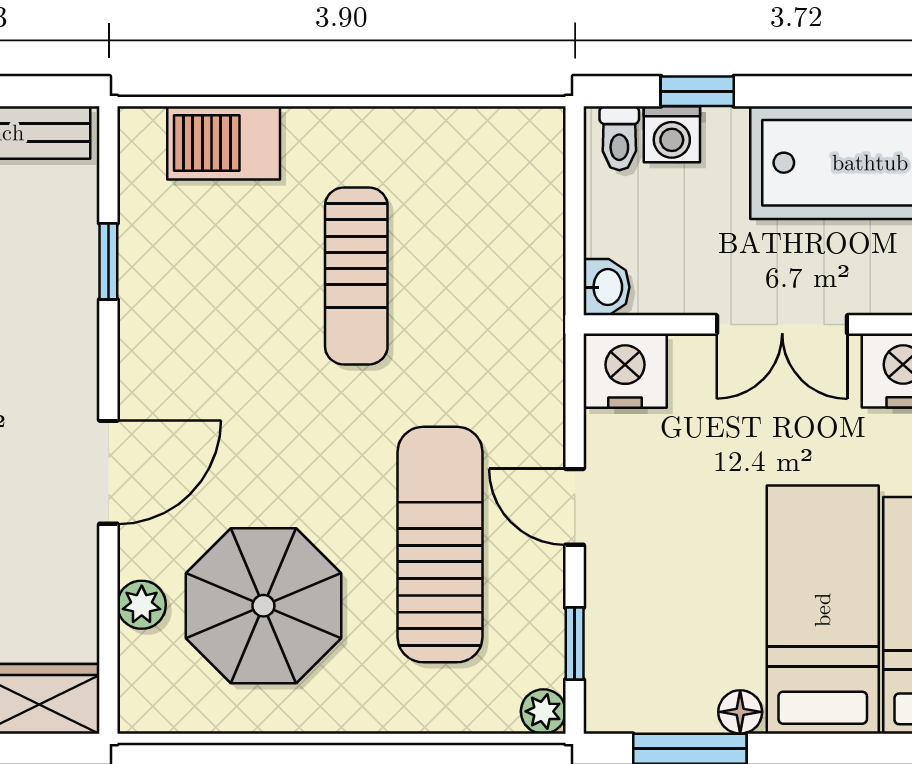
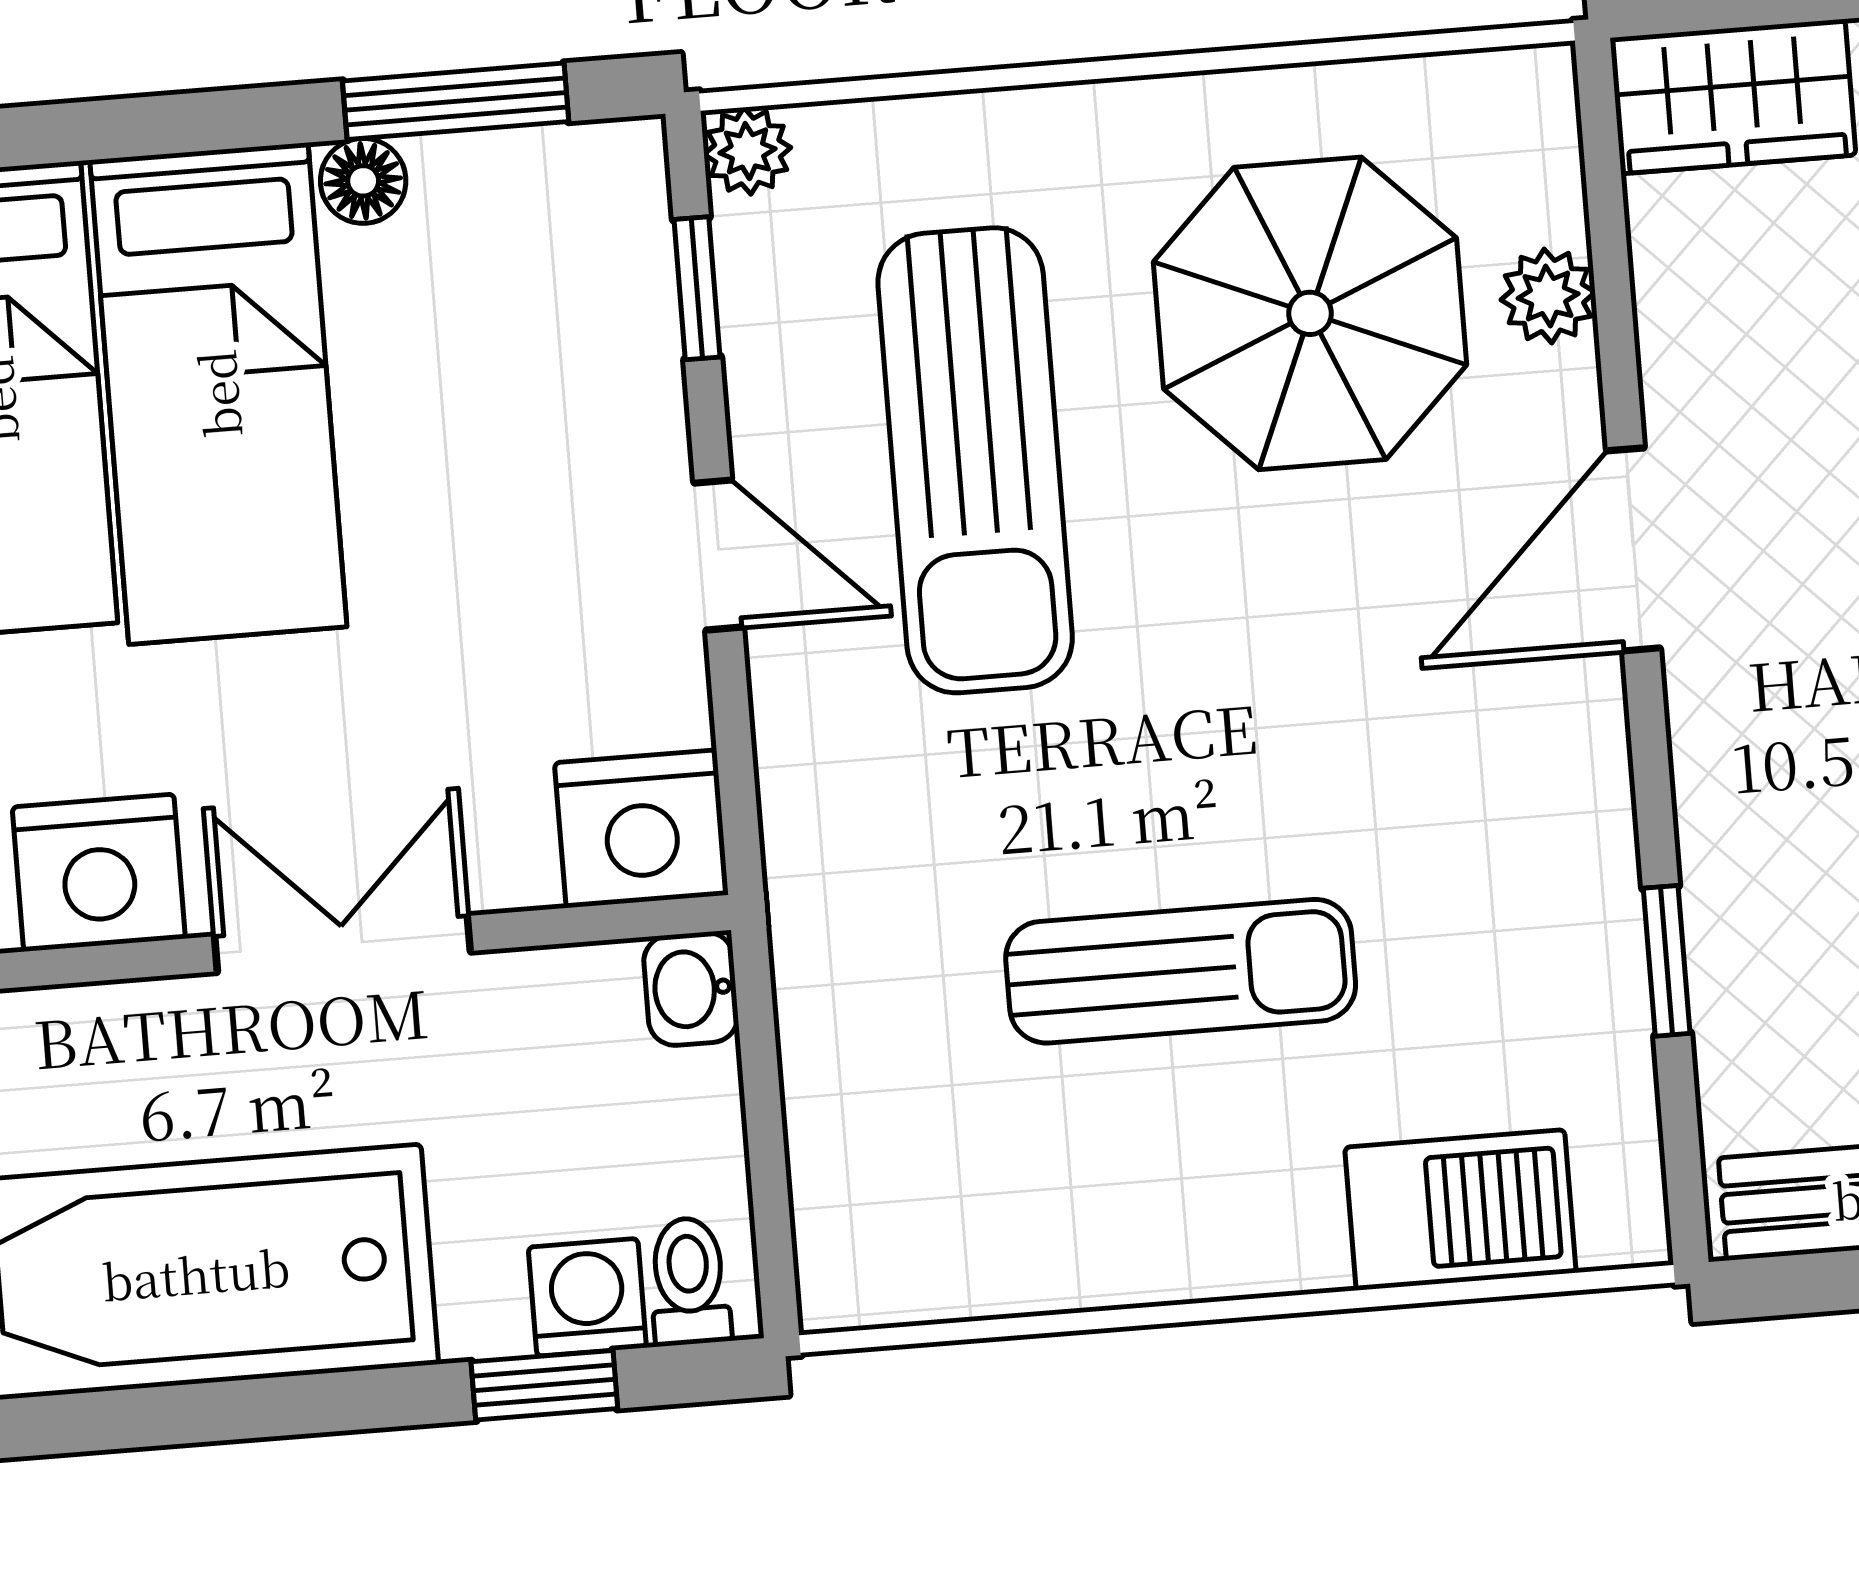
sun lounger: (356, 276) -> (1181, 971), turned 90

